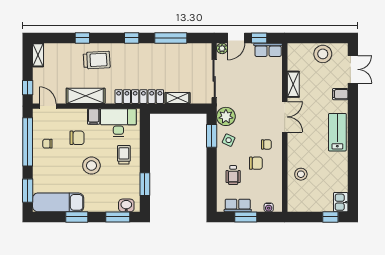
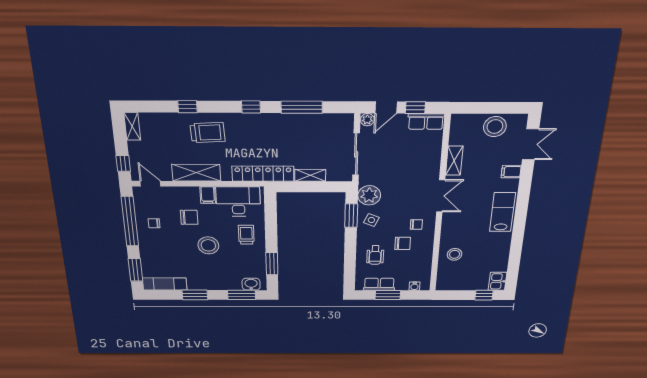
exam couch: (58, 202) -> (165, 284), width x0.73, depth x0.69

